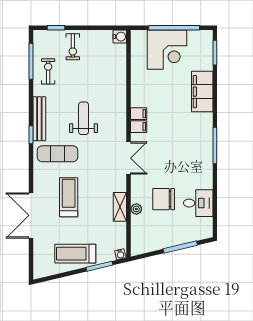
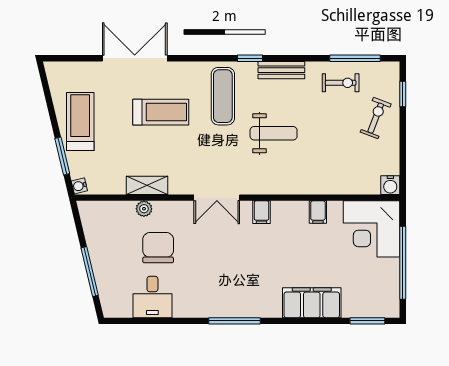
exercise bike: (73, 47) -> (376, 118), turned 111
corner desk: (167, 50) -> (372, 229), moved
filing cabinet: (139, 114) -> (318, 212), moved
bench: (39, 119) -> (281, 70), width x0.73

